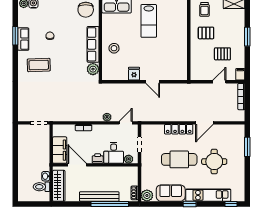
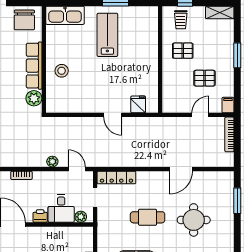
lab bench: (149, 21) -> (107, 35), turned 180
fridge: (134, 74) -> (138, 104), moved
door: (126, 123) -> (77, 169), hinge flipped
locker: (179, 129) -> (116, 177), moved
cafe table: (179, 159) -> (148, 217), width x0.73, depth x0.74

